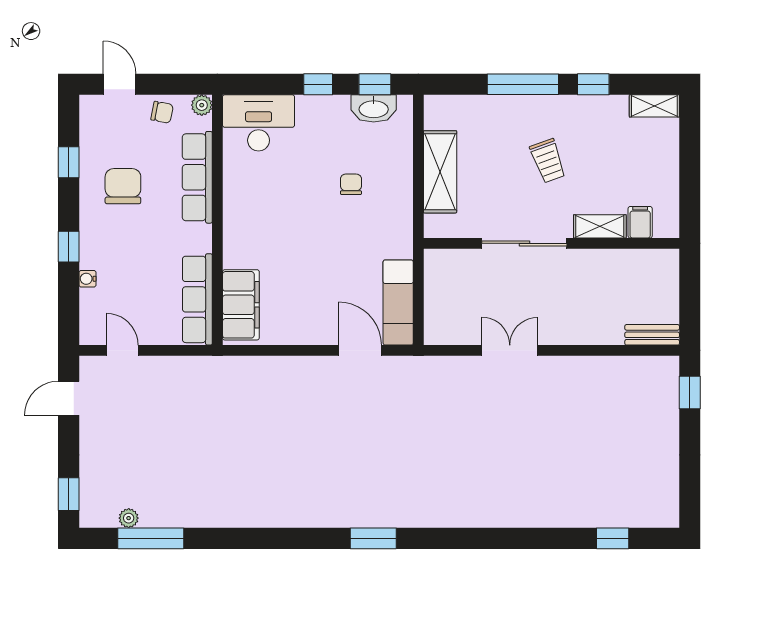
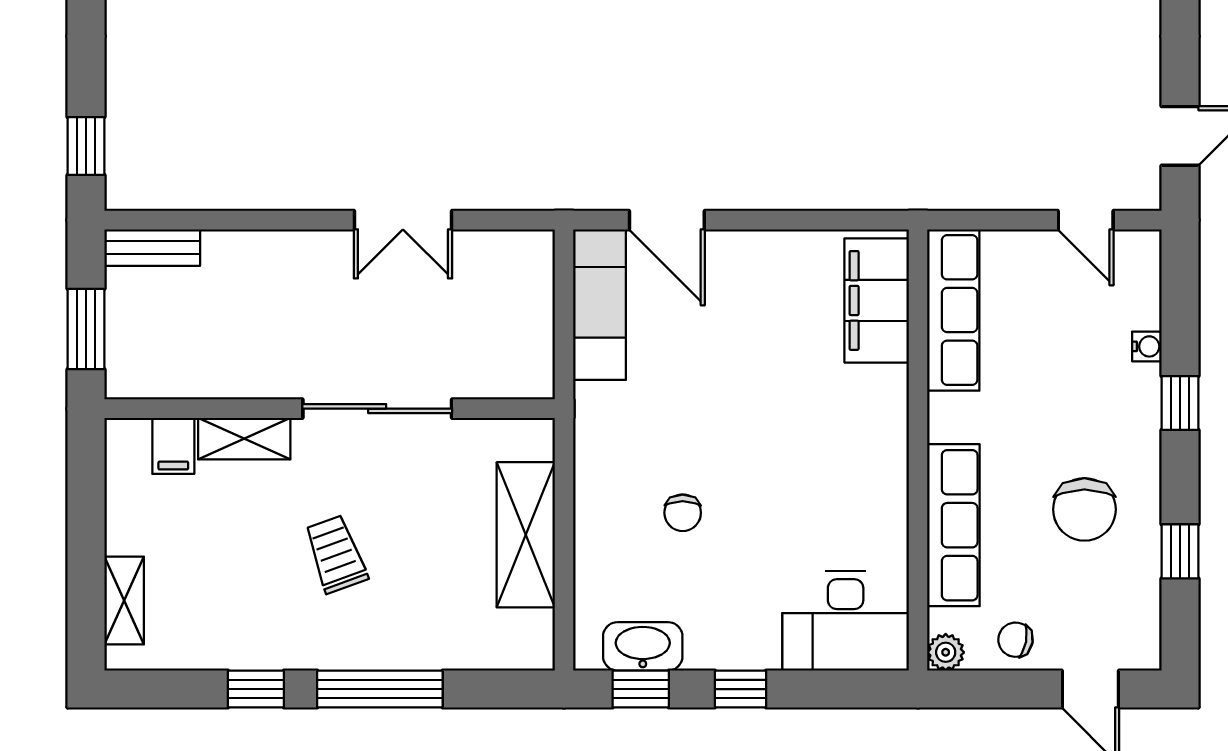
shelving: (654, 106) -> (124, 600), moved, turned 90
window: (690, 289) -> (86, 329), added

